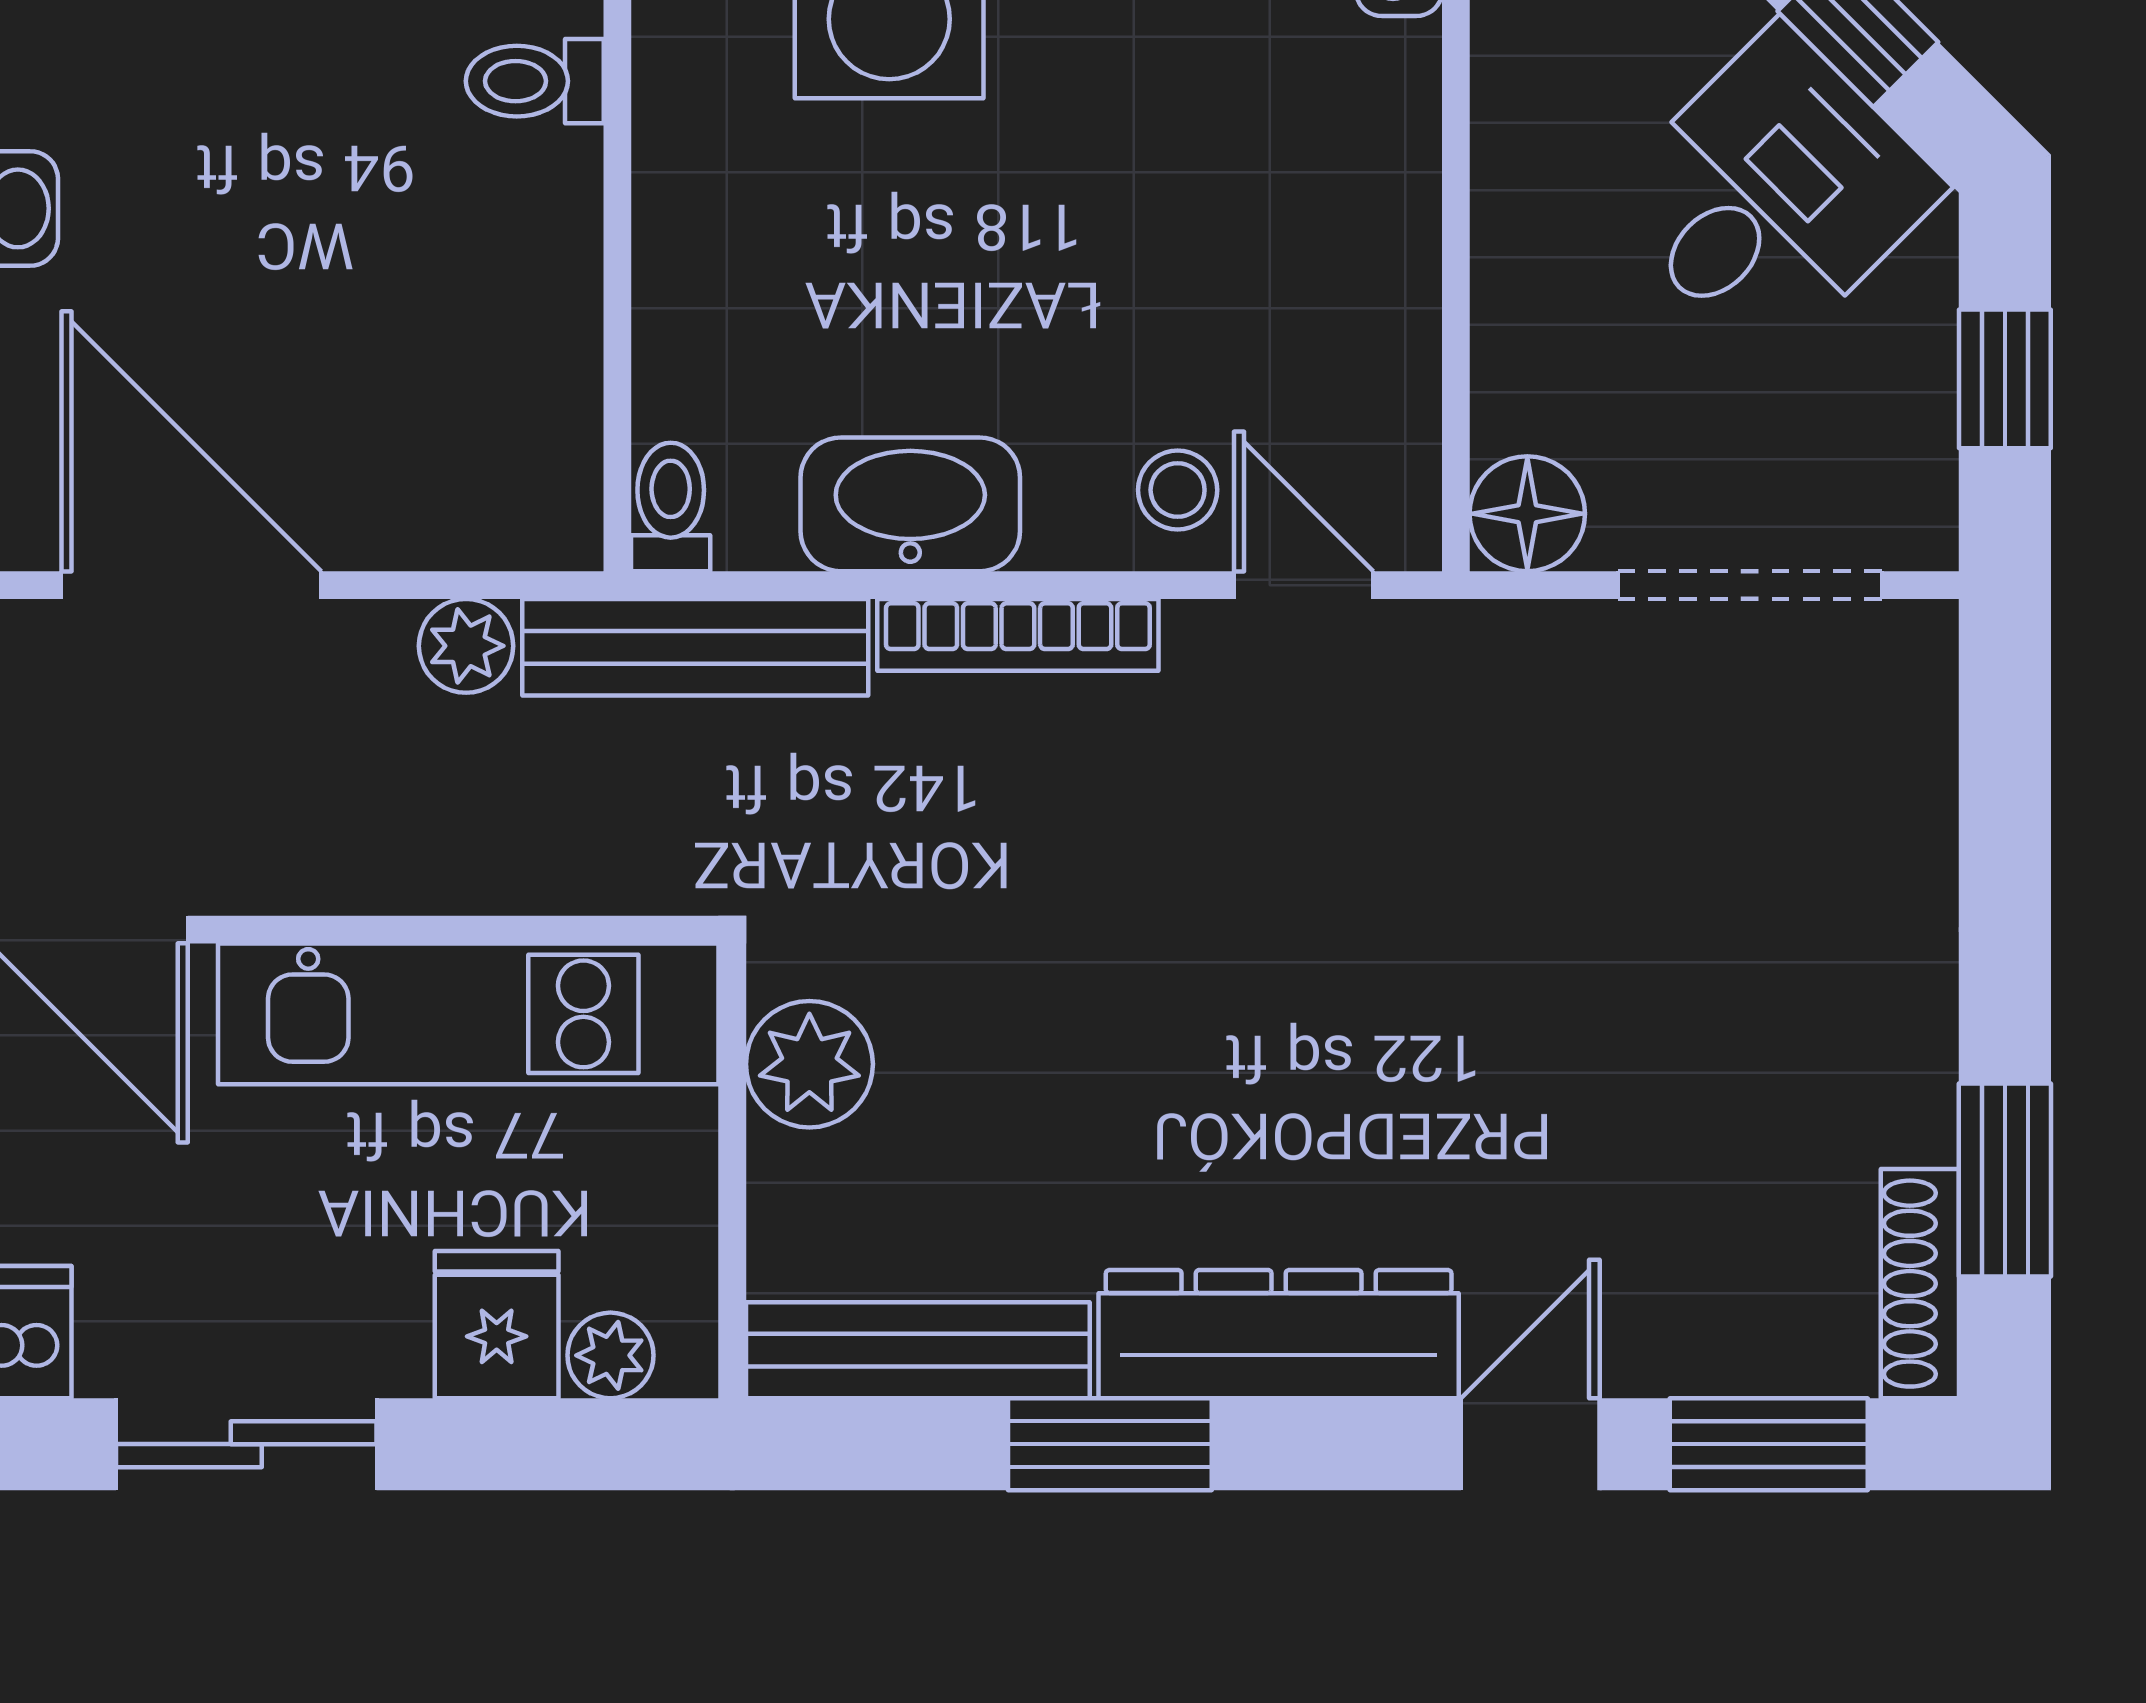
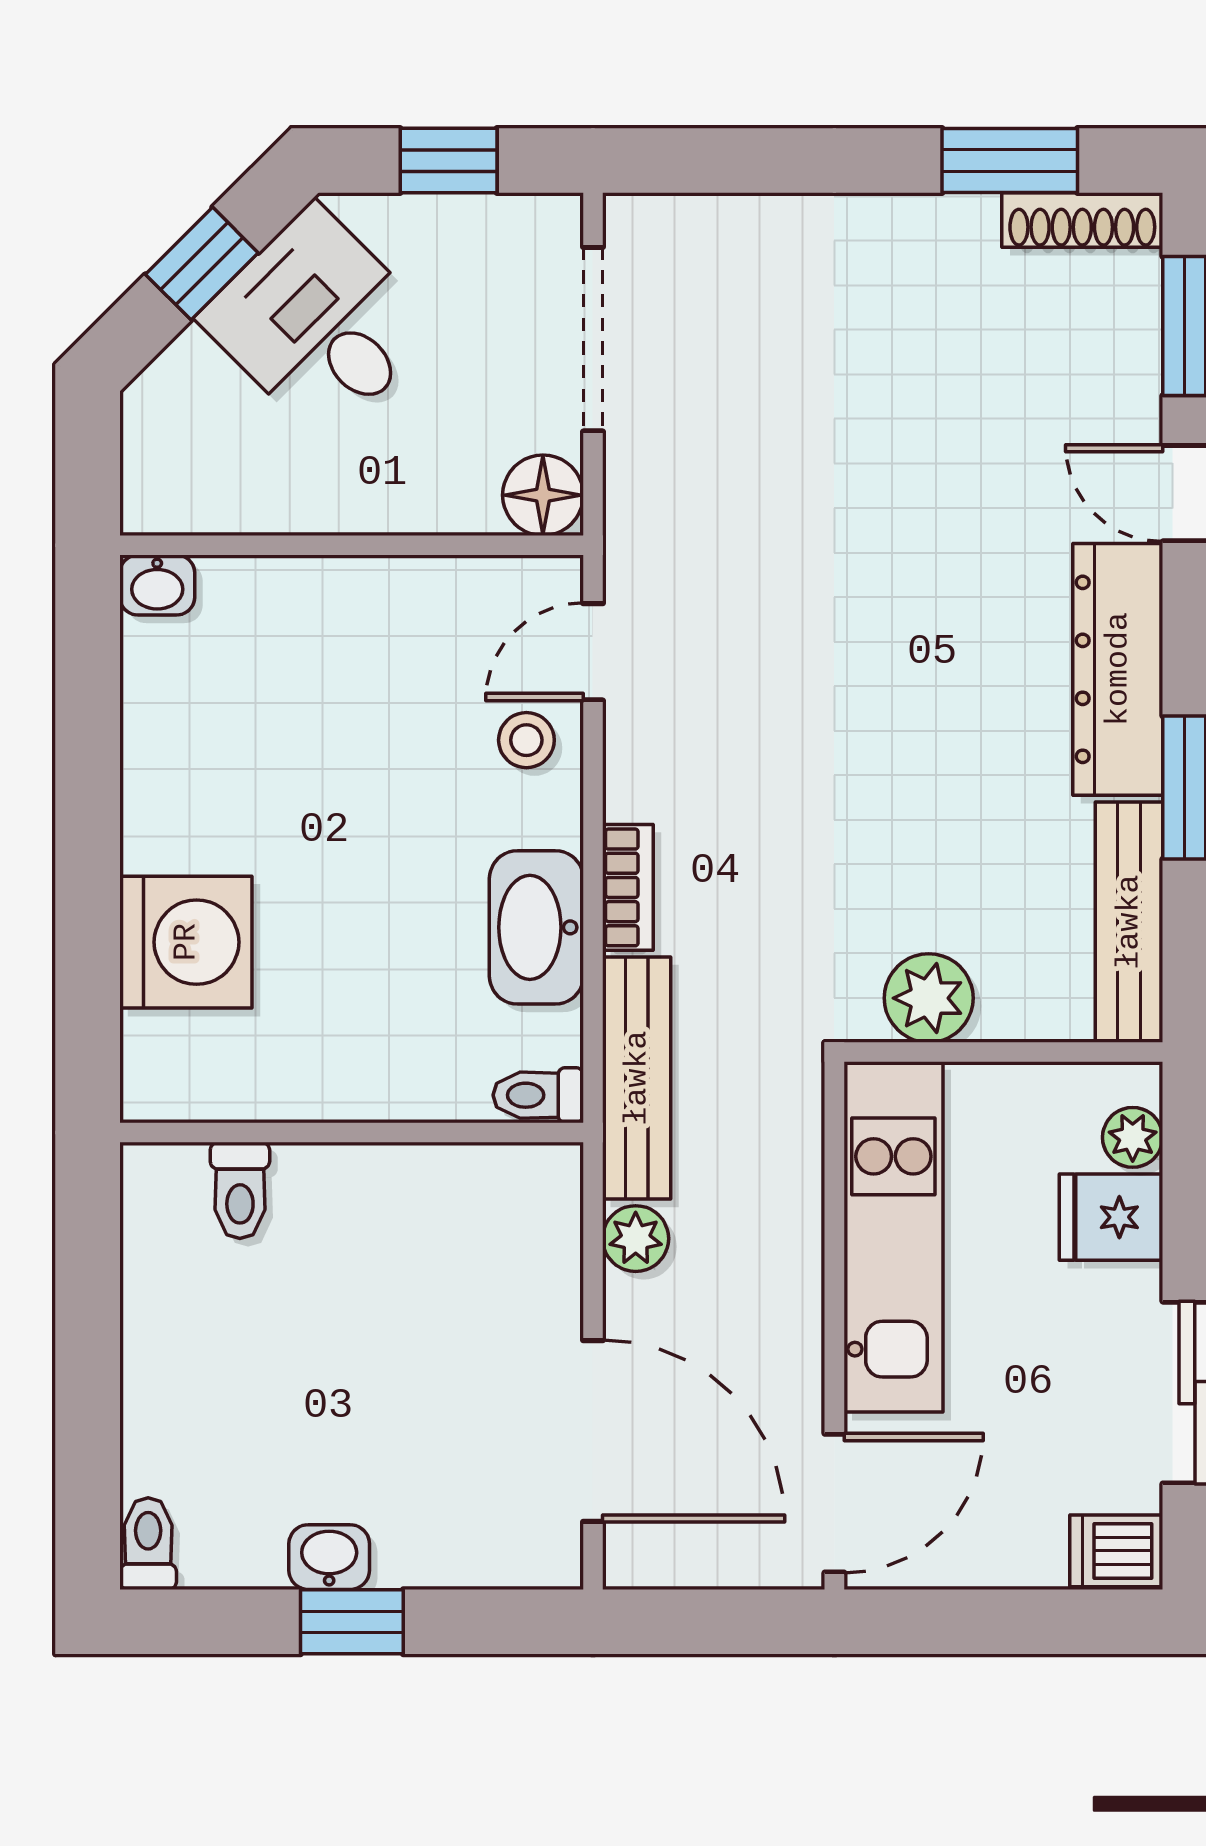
door: (191, 585) -> (593, 1431), swing flipped
bookcase: (1018, 635) -> (628, 887), width x0.64

